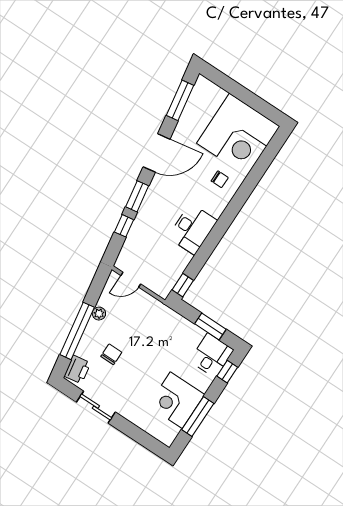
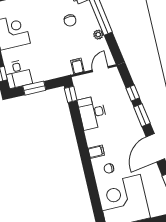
filing cabinet: (215, 207) -> (96, 152), added
desk: (192, 229) -> (92, 113), moved
filing cabinet: (149, 305) -> (77, 66), added

